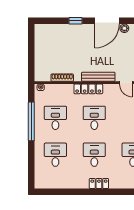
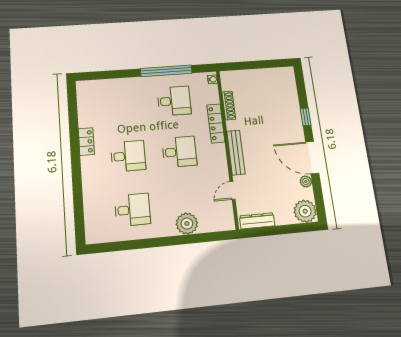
locker: (88, 89) -> (216, 123), moved
desk: (55, 155) -> (124, 105), removed
locker: (99, 183) -> (86, 142), moved

